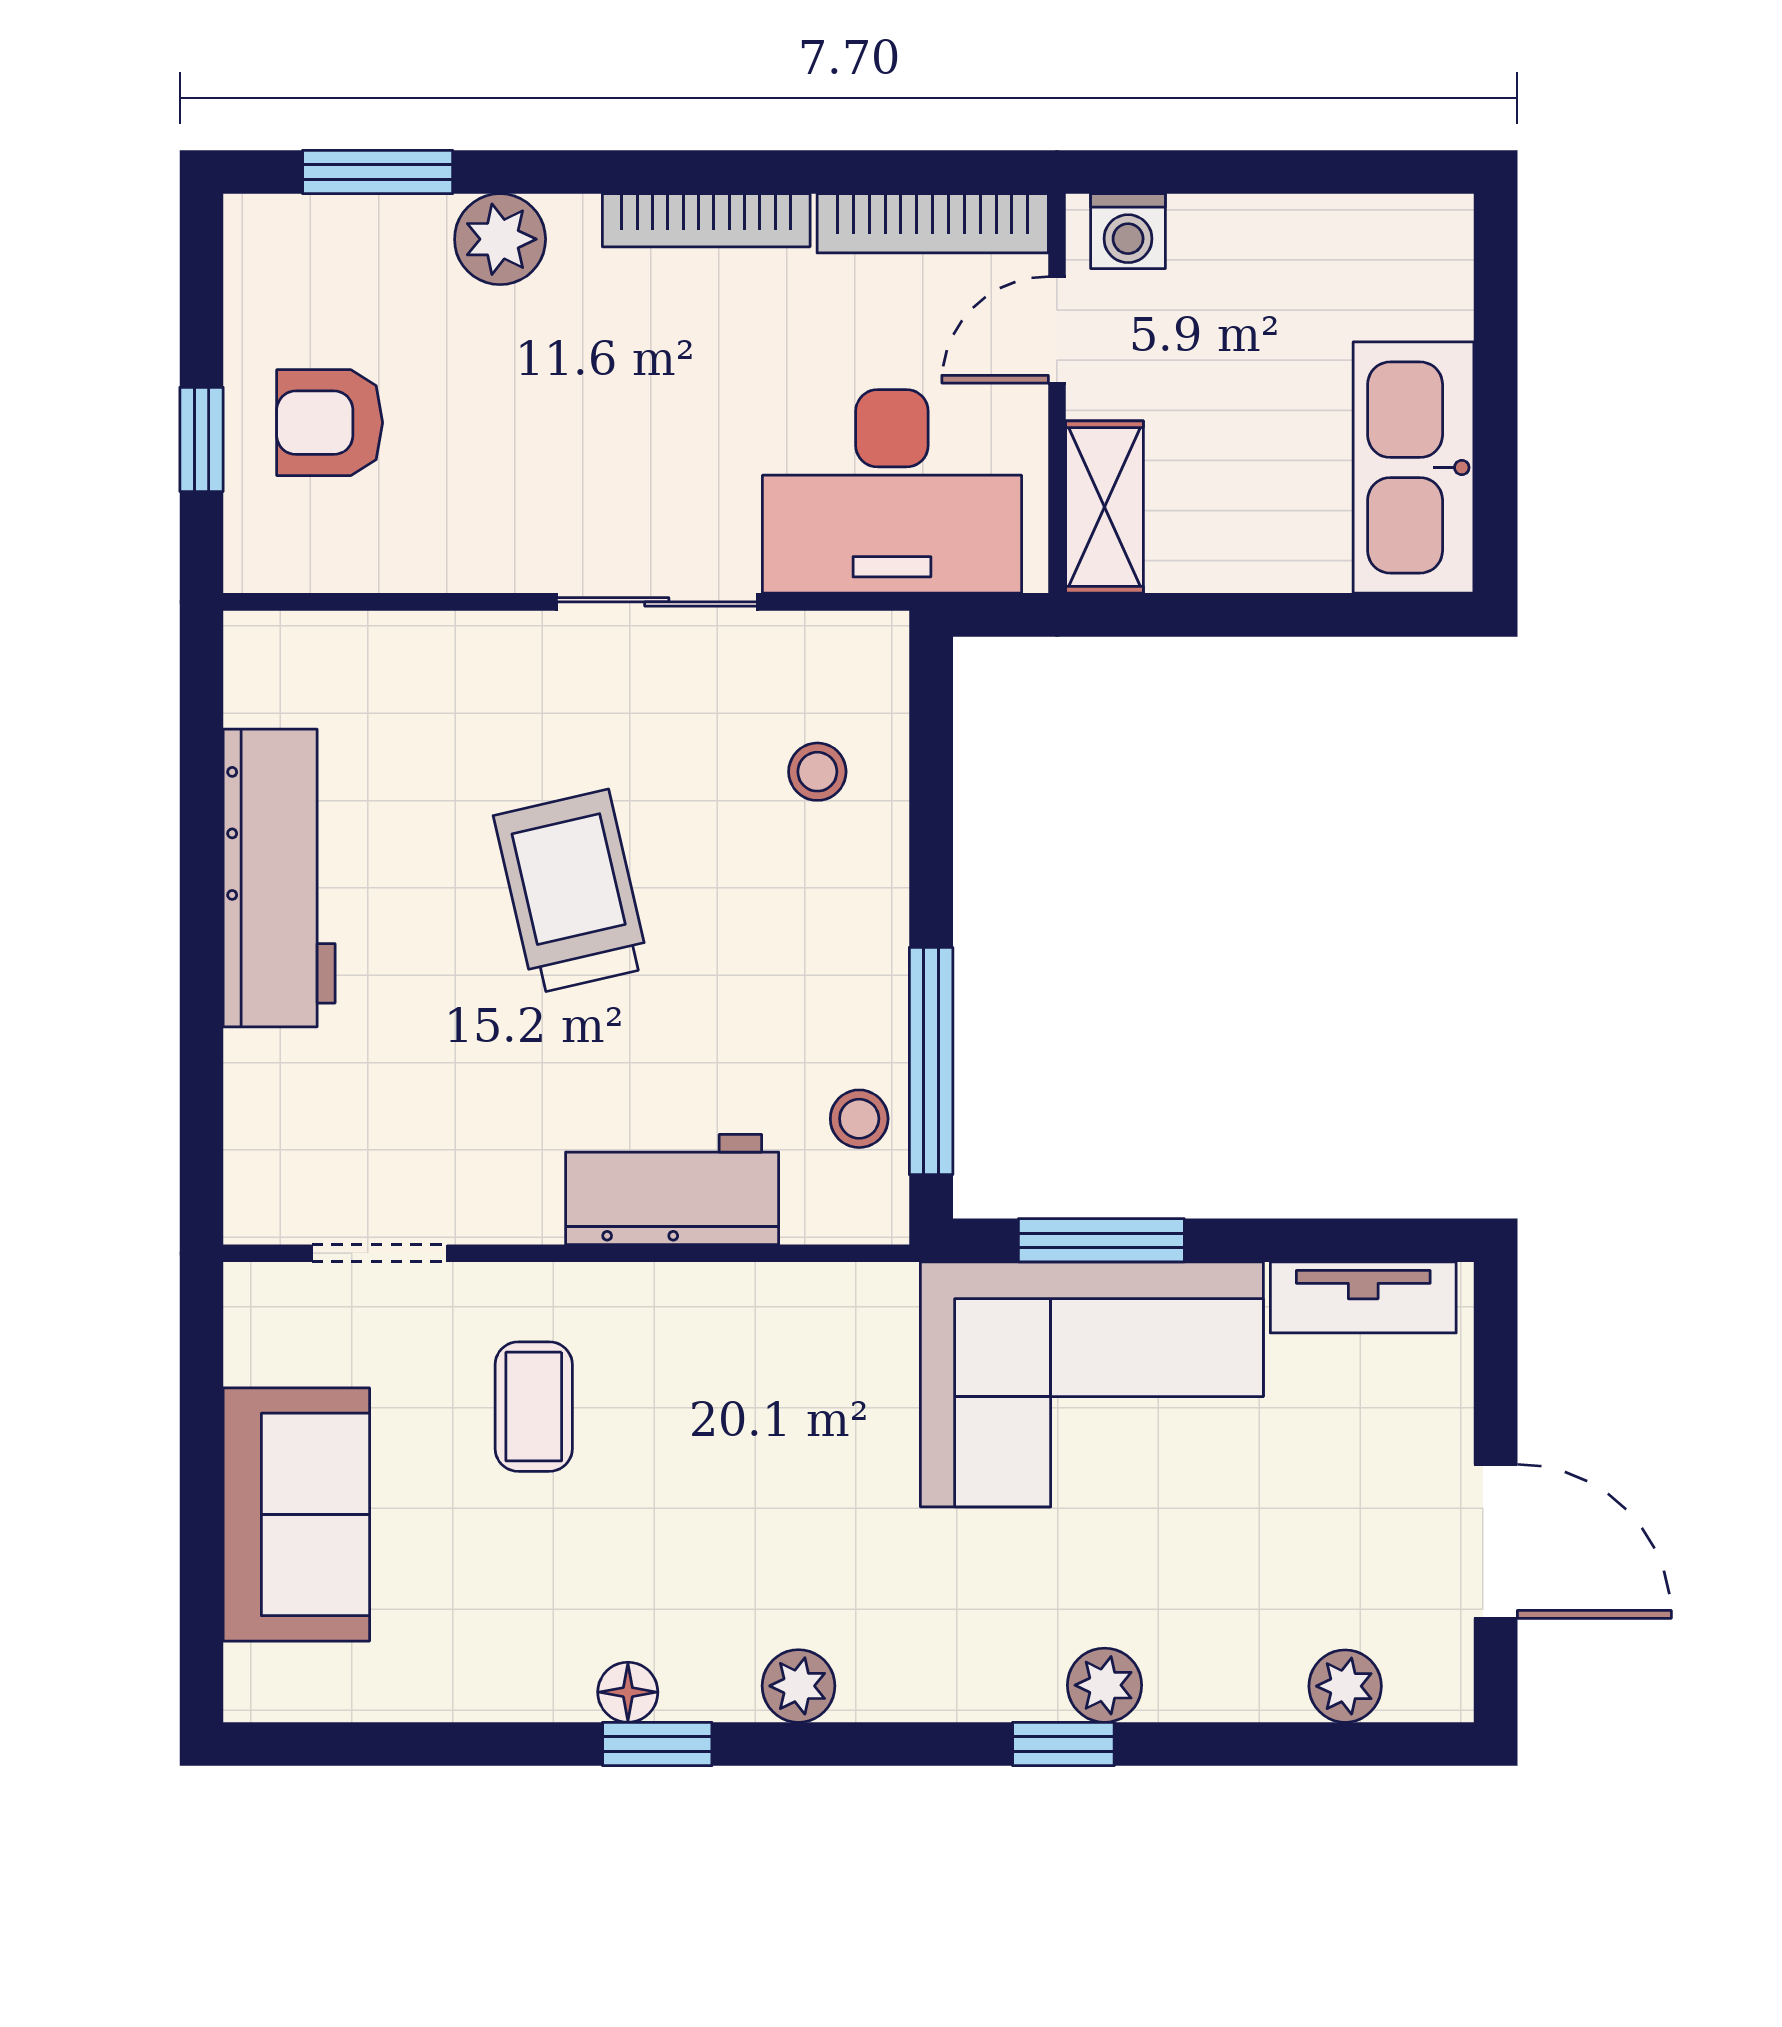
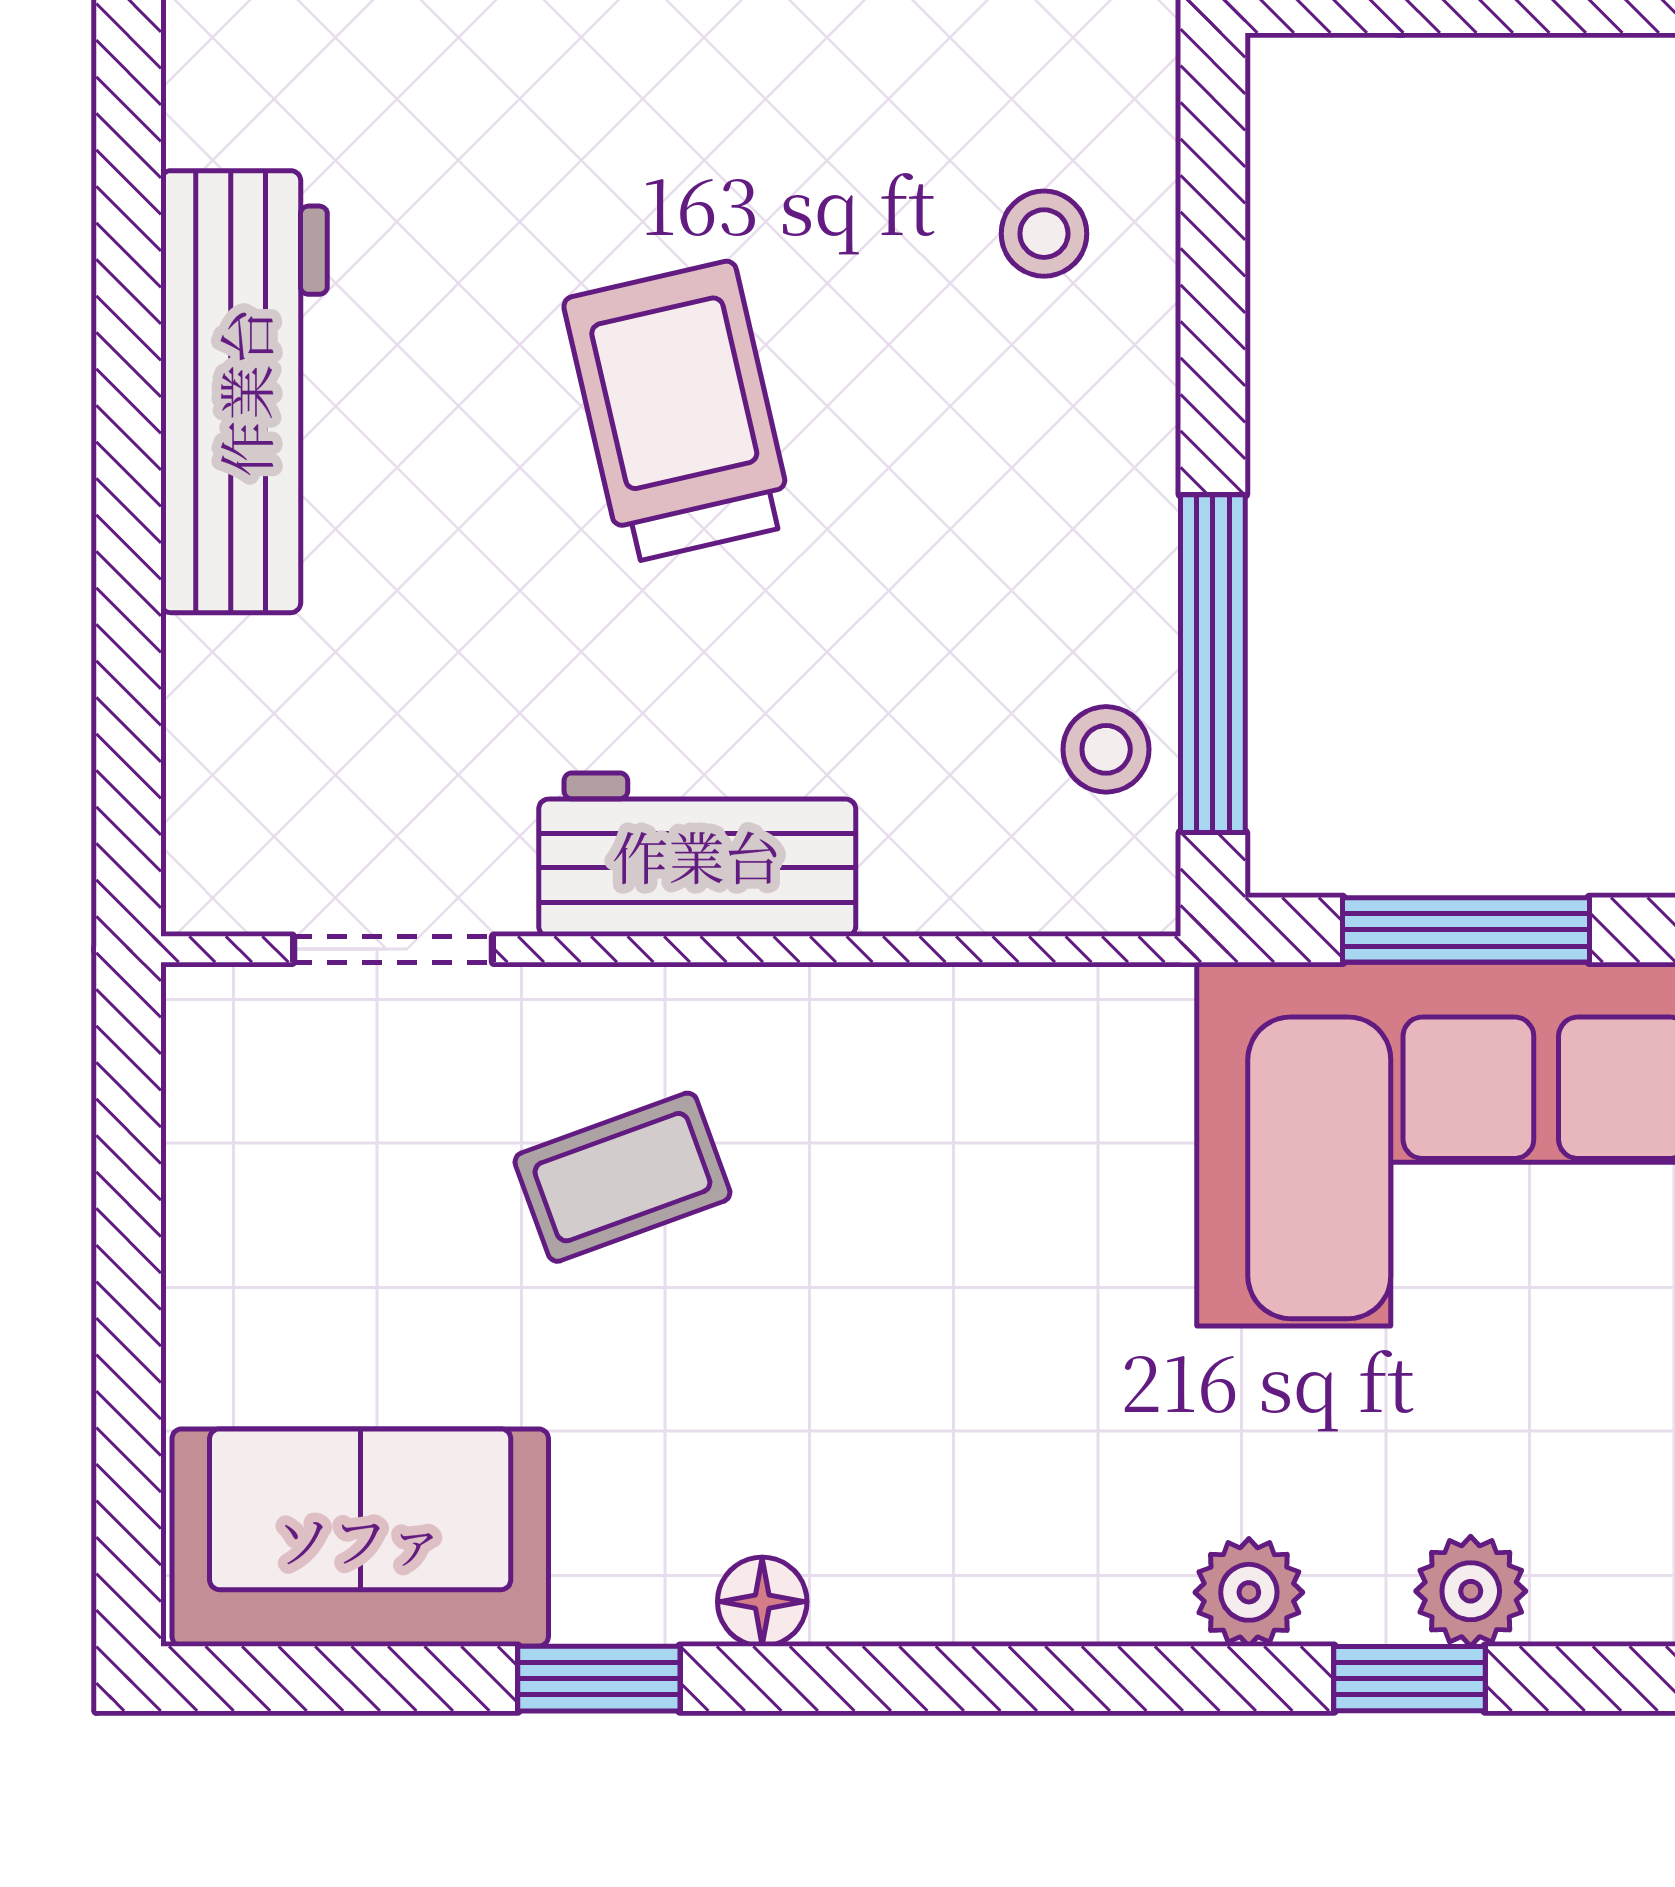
workbench: (672, 1190) -> (697, 855), moved
coffee table: (534, 1407) -> (622, 1177), turned 70
sofa: (296, 1514) -> (360, 1538), moved, turned -90
plant: (798, 1686) -> (1249, 1592), moved
window: (657, 1744) -> (599, 1679), moved

